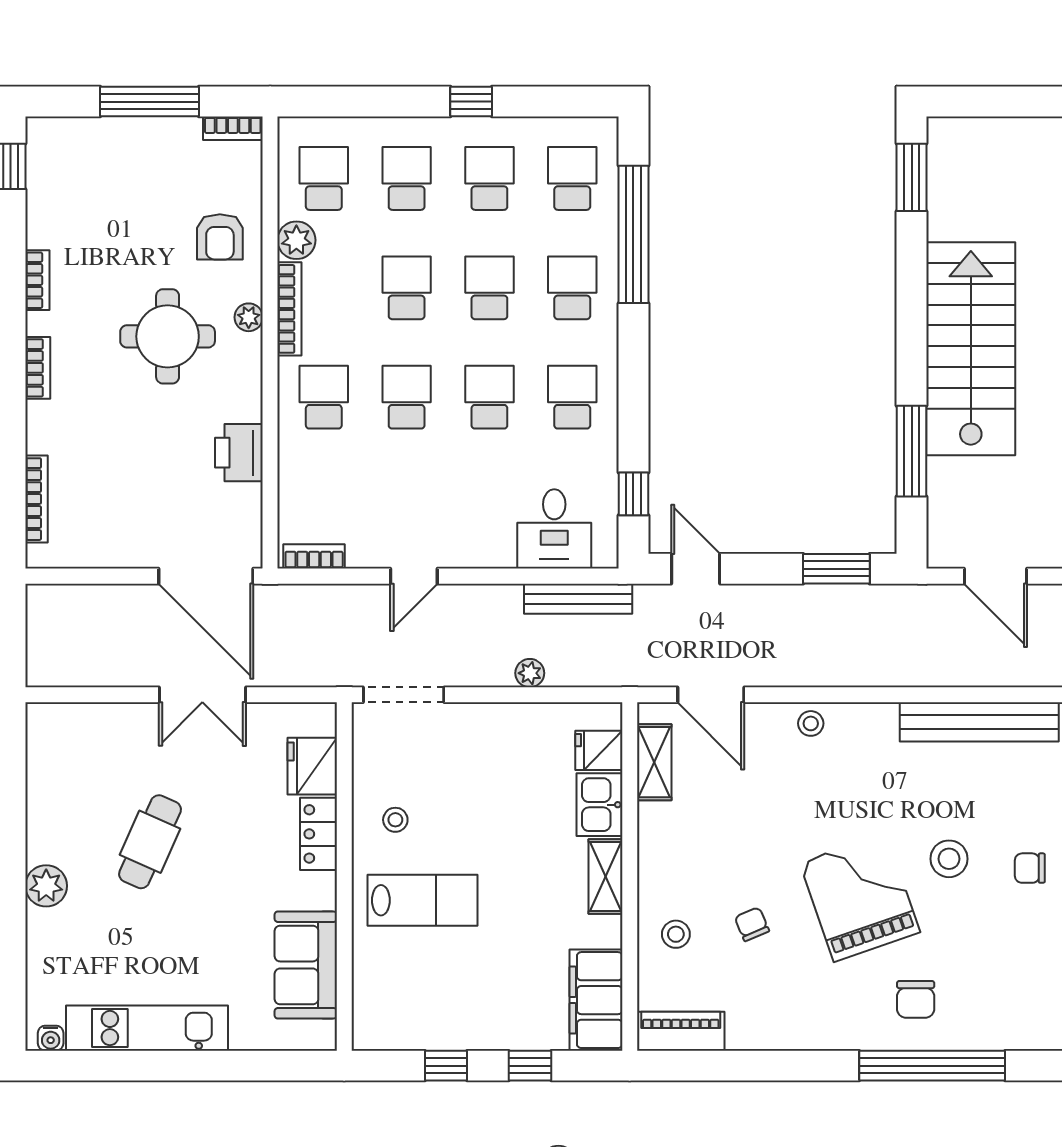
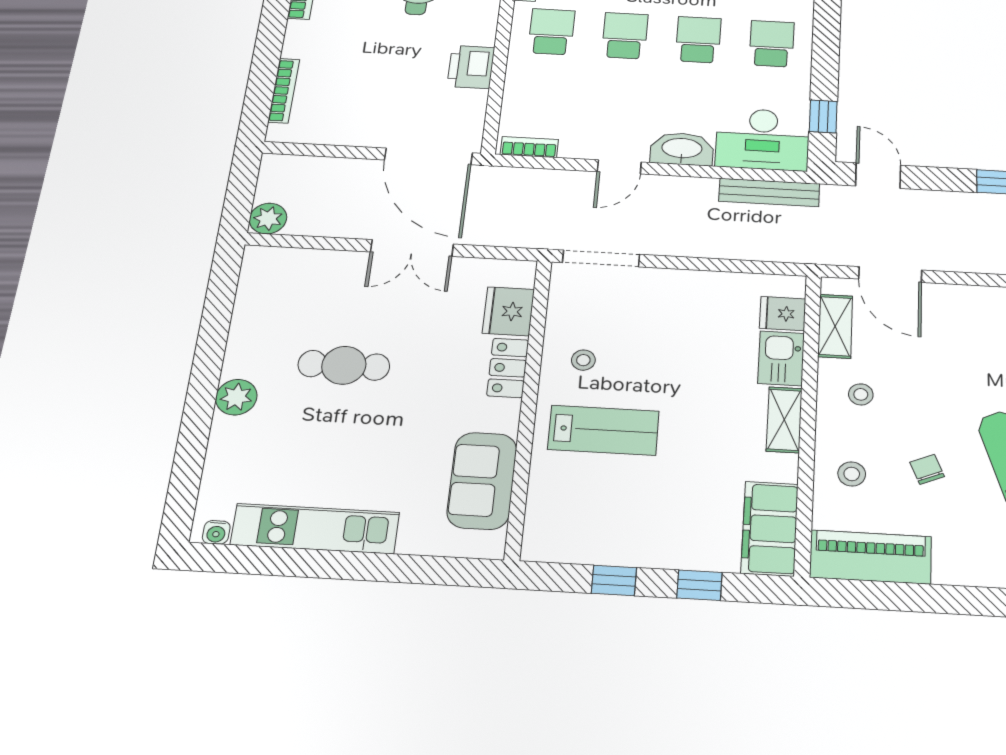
desk: (554, 529) -> (763, 139), width x1.37
washbasin: (480, 548) -> (682, 149), added
plant: (530, 673) -> (268, 219), moved, width x1.38, depth x1.38
stool: (811, 723) -> (861, 394), moved
cafe table: (150, 842) -> (344, 365), turned 66
piano: (681, 1031) -> (871, 557), width x1.37, depth x1.33

